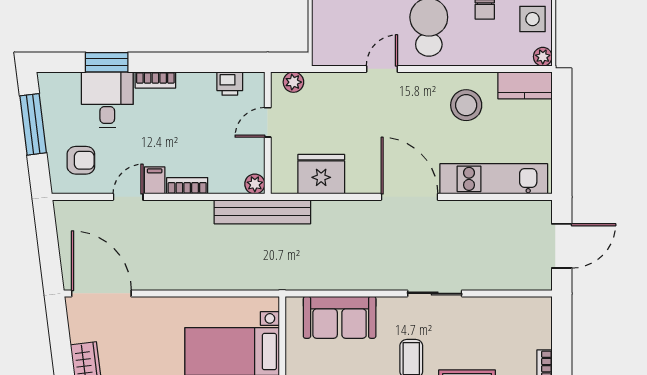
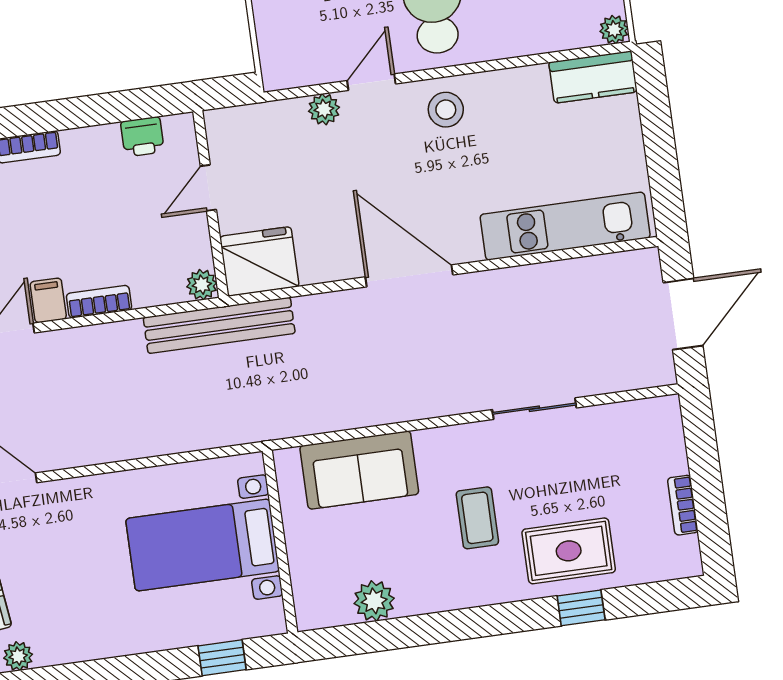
plant: (293, 82) -> (324, 109), moved
stool: (466, 105) -> (446, 110), moved, width x0.73, depth x0.73
fridge: (321, 174) -> (259, 261), moved
door: (409, 197) -> (409, 276), moved
sliding door: (435, 293) -> (534, 409), moved

